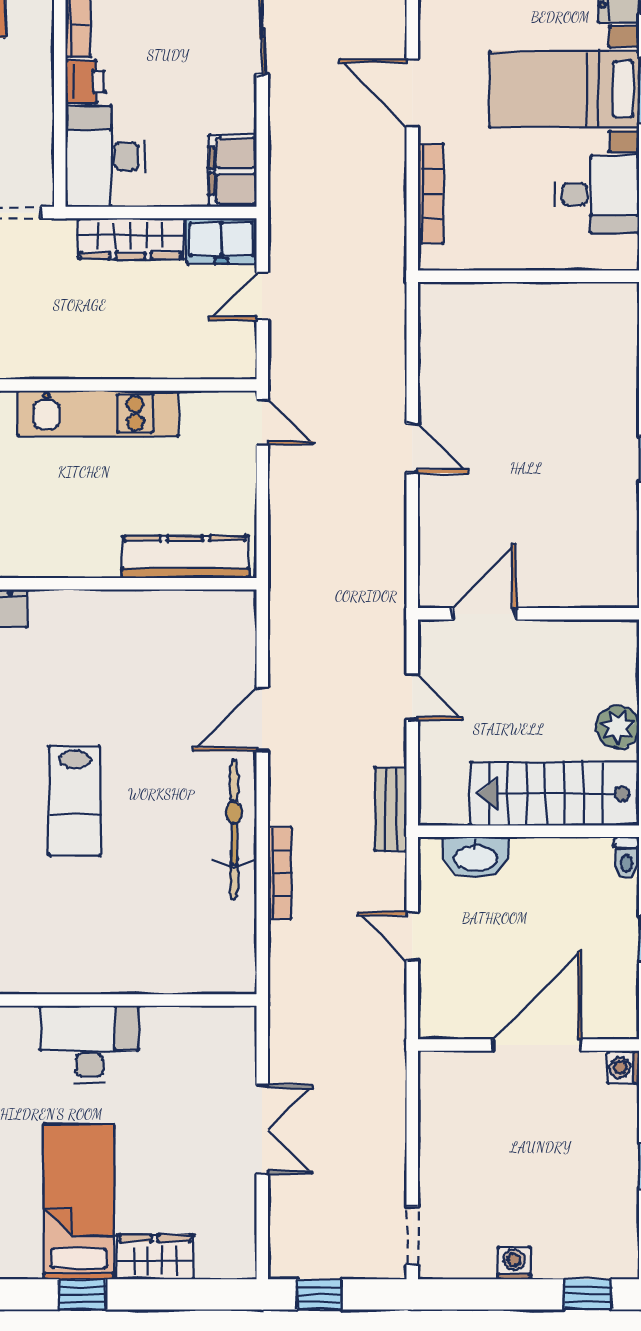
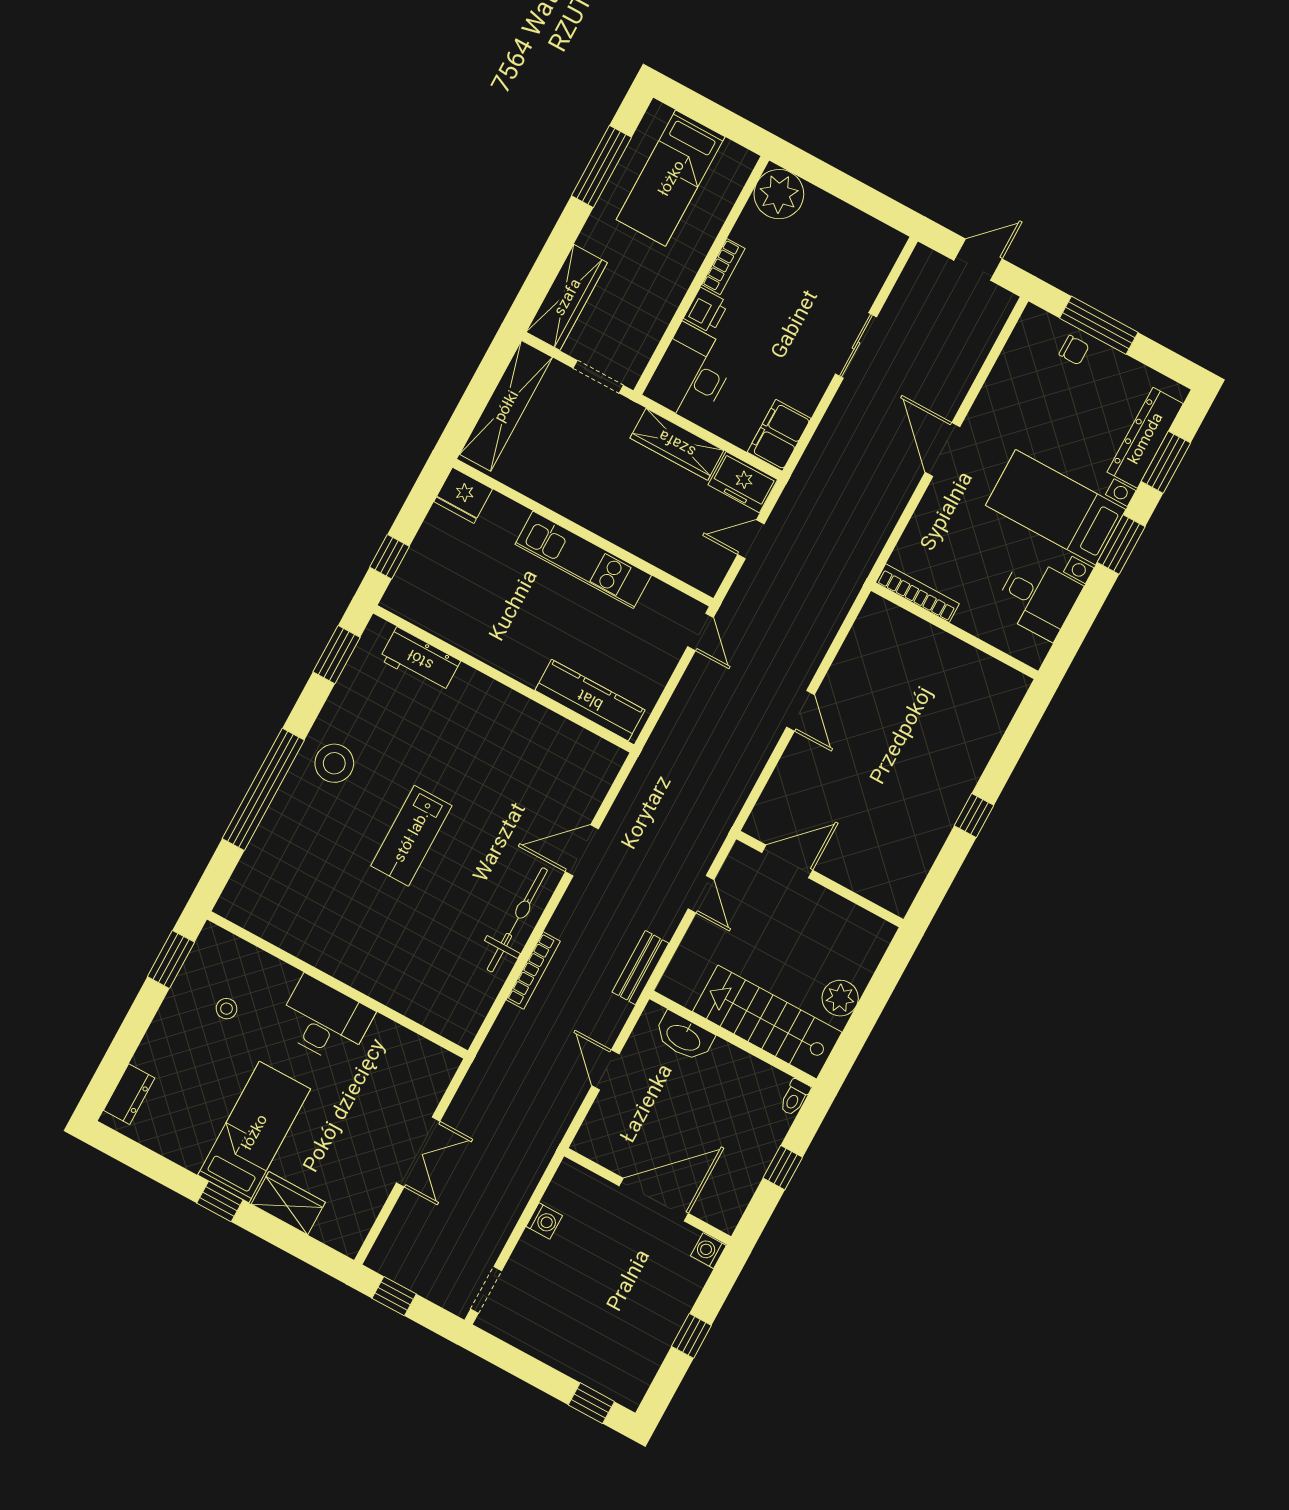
bookcase: (431, 194) -> (917, 593), moved, turned -90
washing machine: (514, 1263) -> (544, 1221), moved, turned 90

